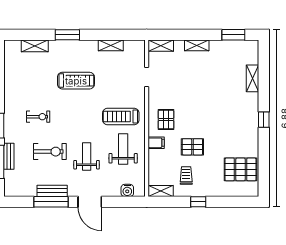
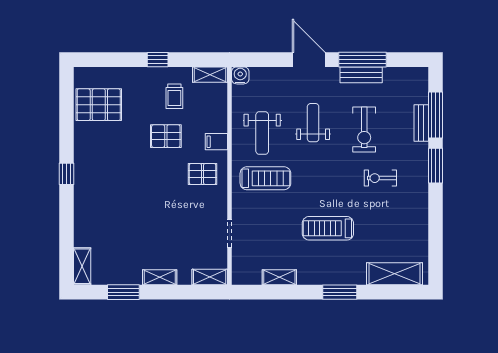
window: (233, 35) -> (123, 292), moved
shelving: (35, 46) -> (394, 274), width x1.50, depth x1.33
shelving: (252, 78) -> (82, 266), moved
pallet: (166, 120) -> (203, 174), turned 90
exercise bike: (50, 152) -> (364, 129), turned -90
weight bench: (87, 156) -> (313, 123), turned 180
water cooler: (127, 190) -> (240, 75), moved

